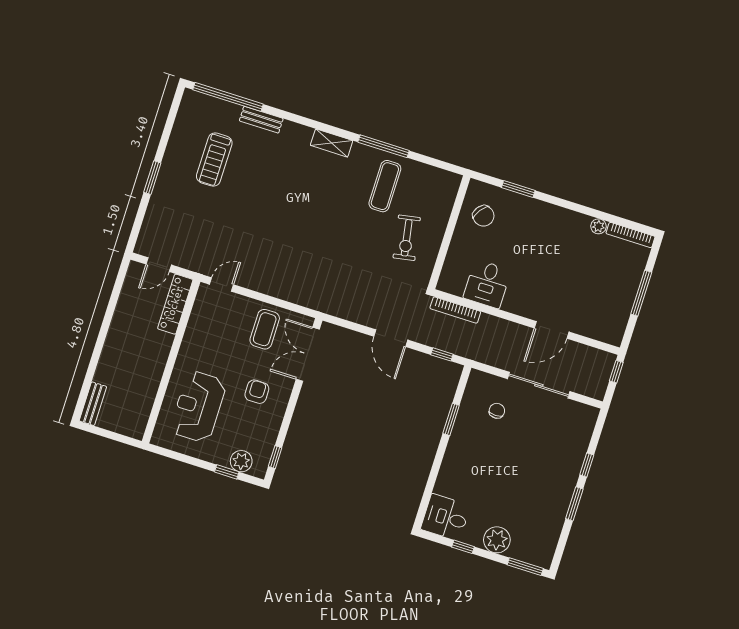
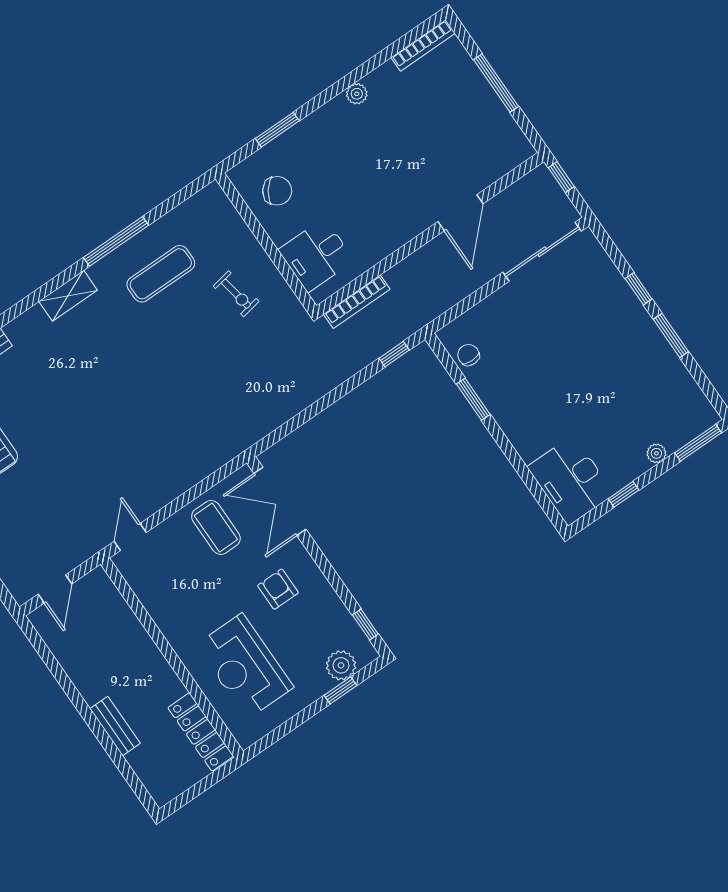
exercise mat: (385, 186) -> (161, 274), turned 90
plant: (599, 226) -> (357, 94), moved
exercise bike: (407, 238) -> (236, 294), width x0.73, depth x0.72
desk: (487, 284) -> (316, 255), moved, turned 90
locker: (175, 304) -> (201, 732), moved
door: (391, 338) -> (333, 397), removed
sliding door: (539, 385) -> (542, 252), moved
bench: (93, 404) -> (115, 726), moved
chair: (497, 411) -> (468, 355), moved
desk: (446, 517) -> (571, 480), width x1.37
plant: (497, 540) -> (656, 453), width x0.53, depth x0.53

